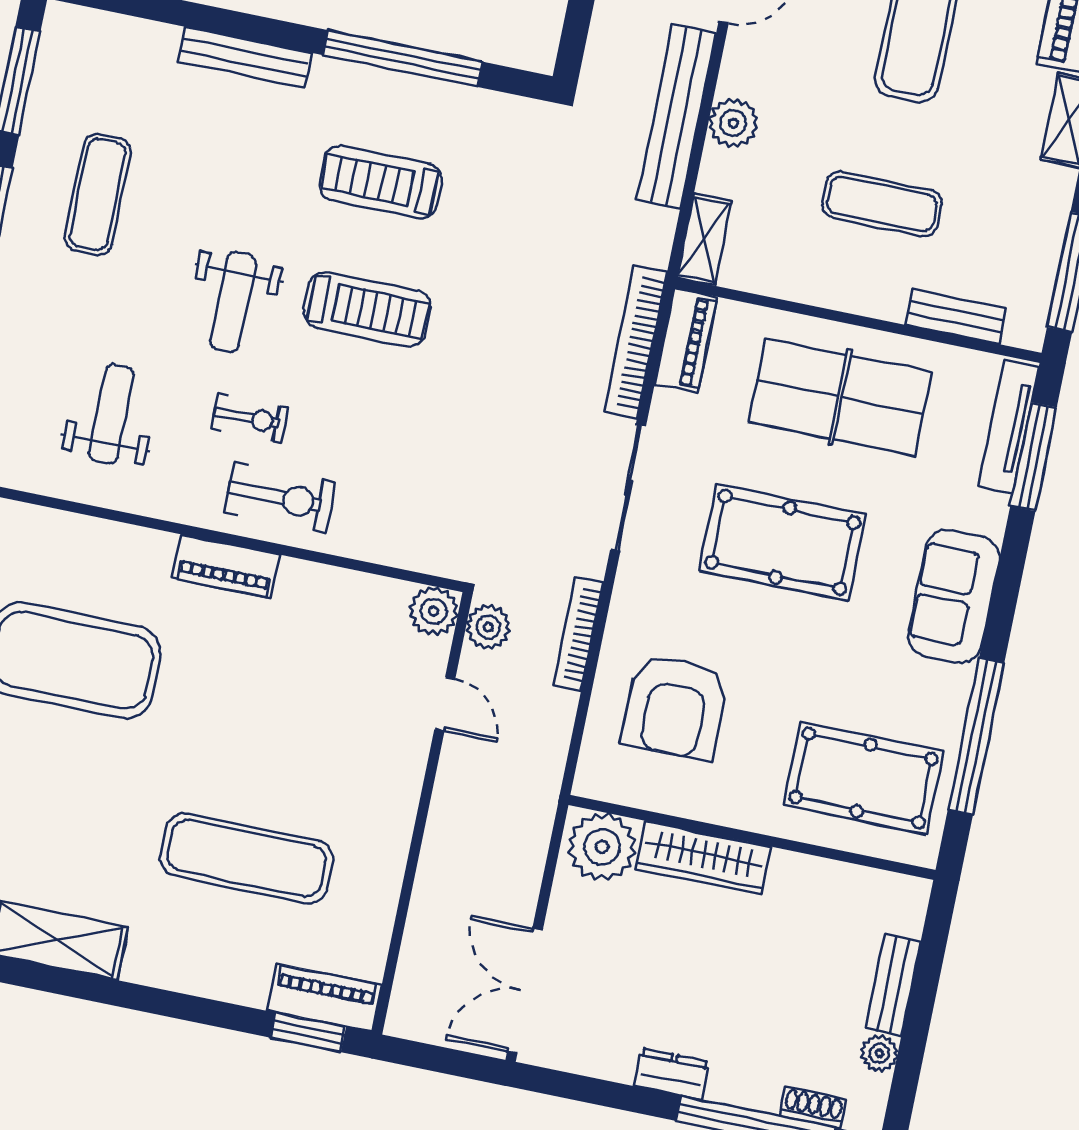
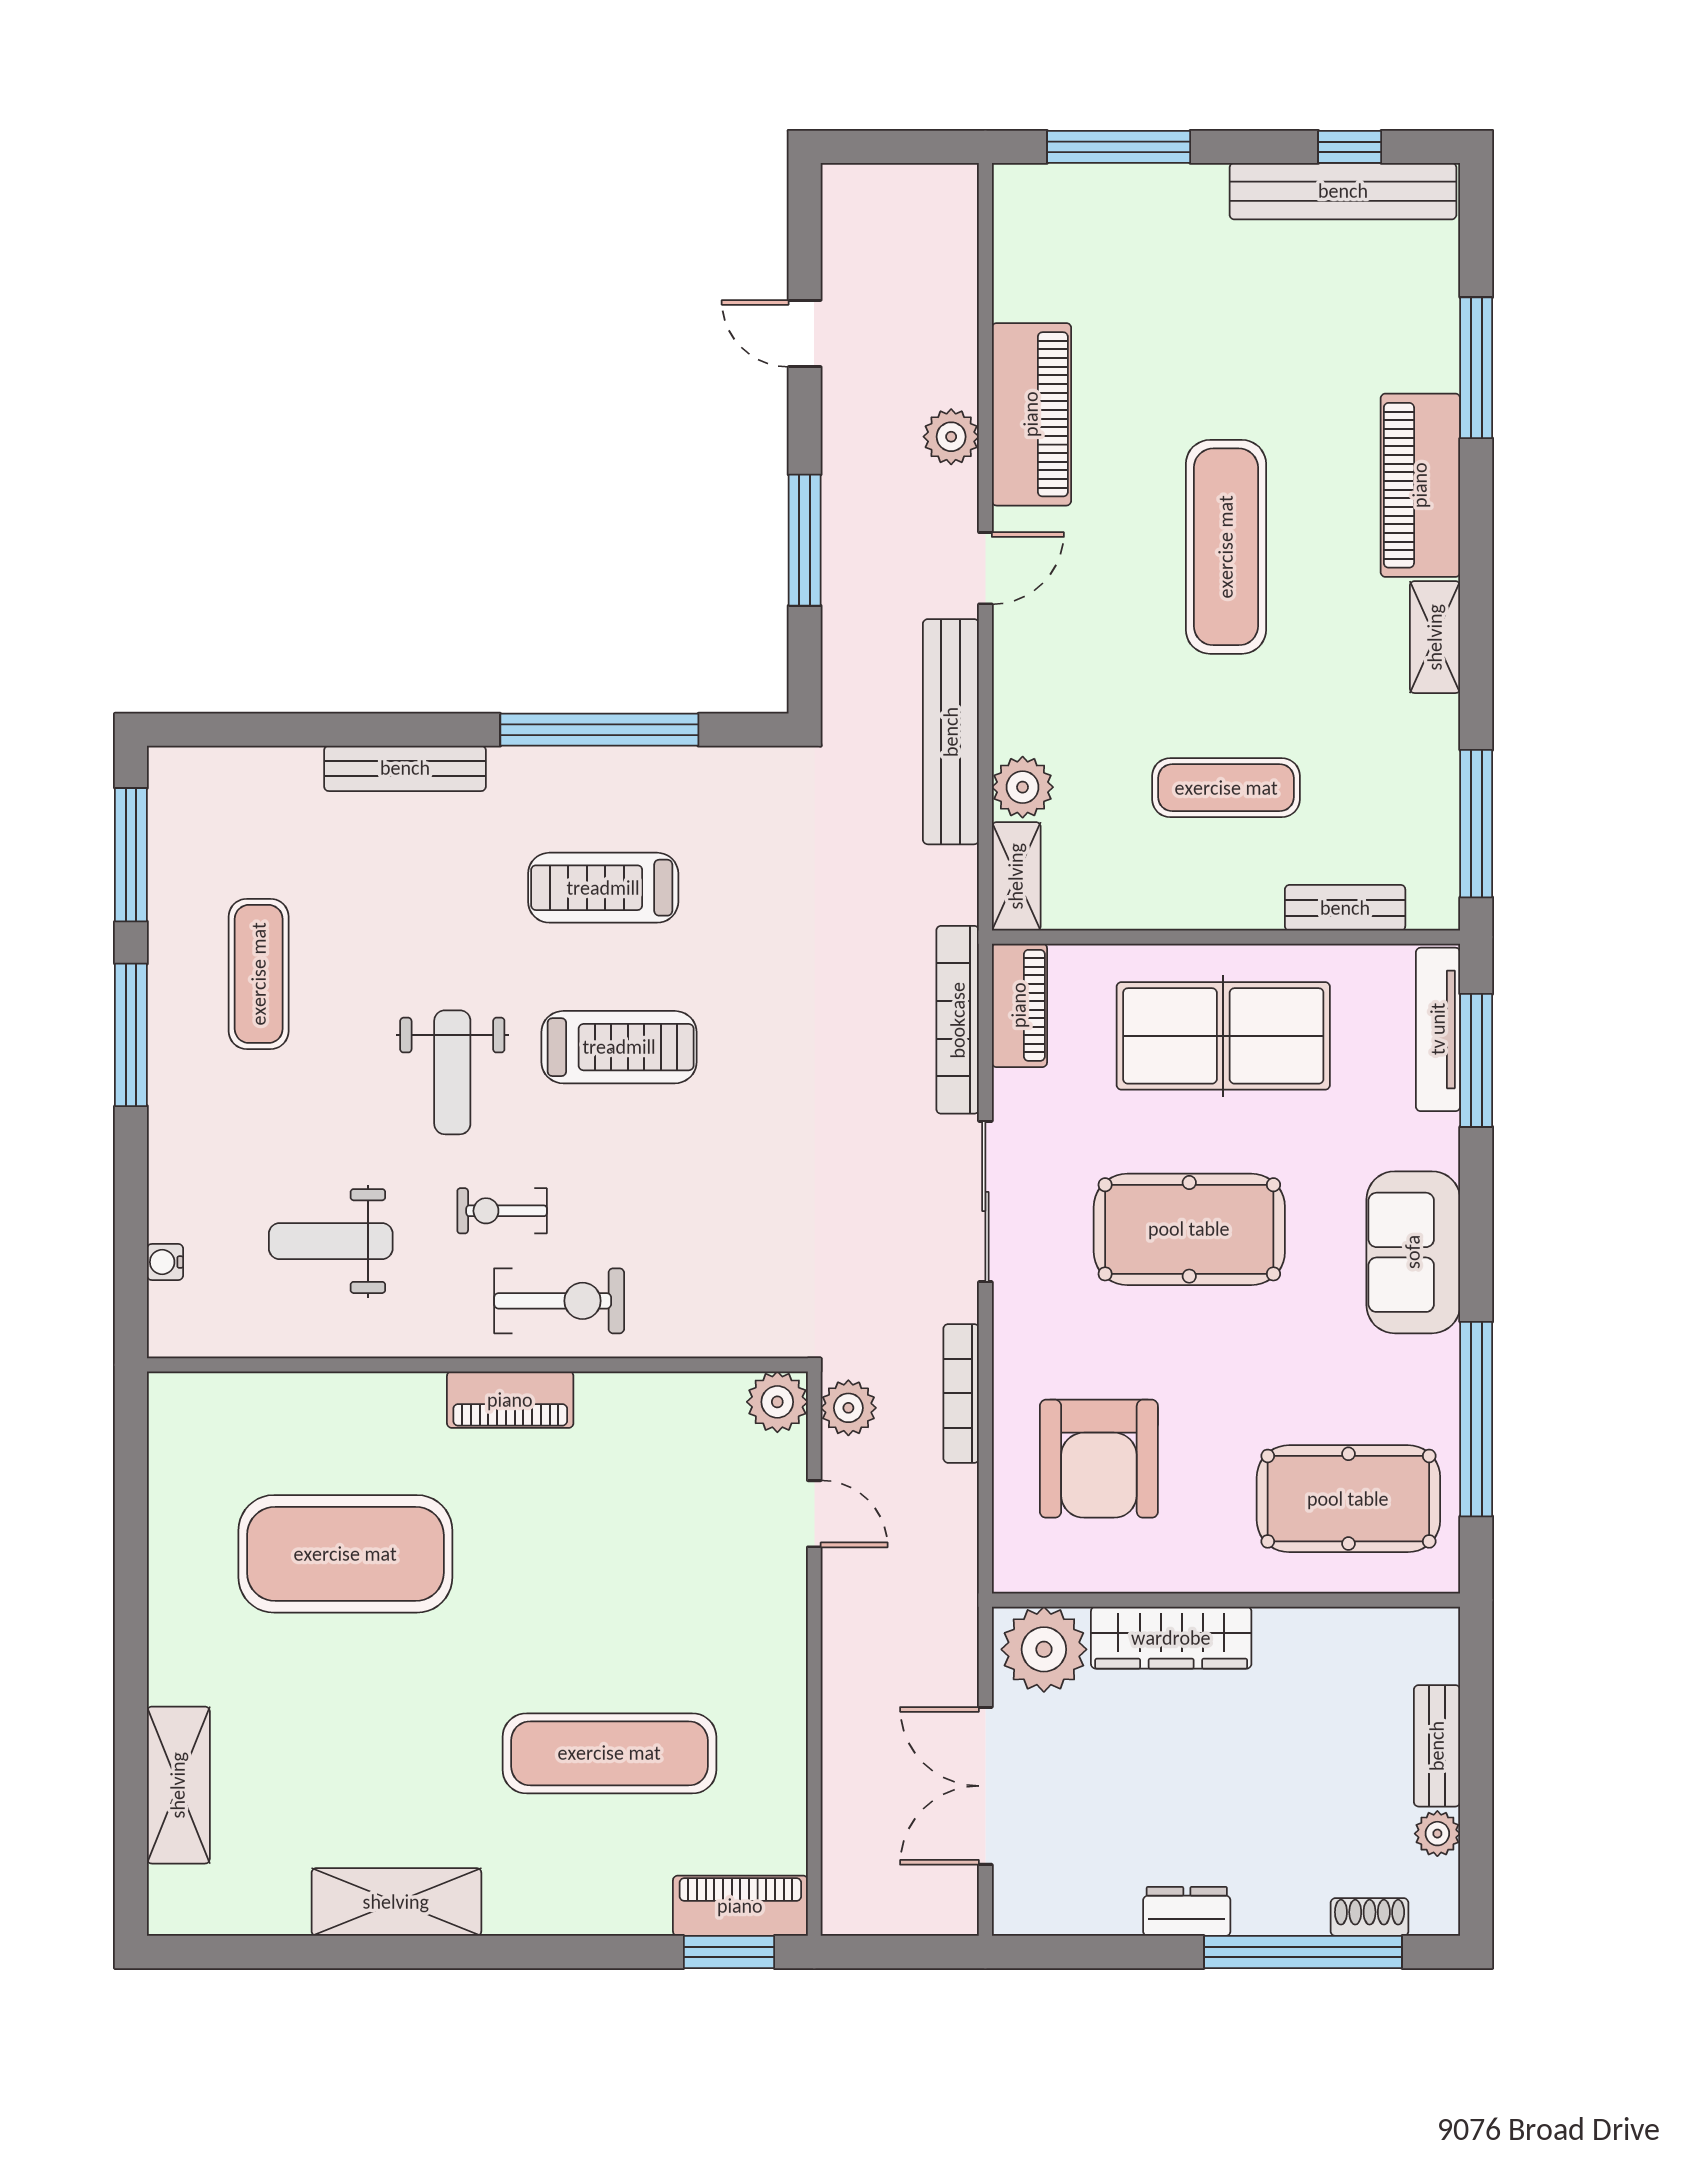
plant: (733, 123) -> (1023, 787), moved
weight bench: (111, 414) -> (331, 1241), turned -90
exercise bike: (250, 418) -> (502, 1211), turned 180
double door: (525, 991) -> (985, 1786), moved

